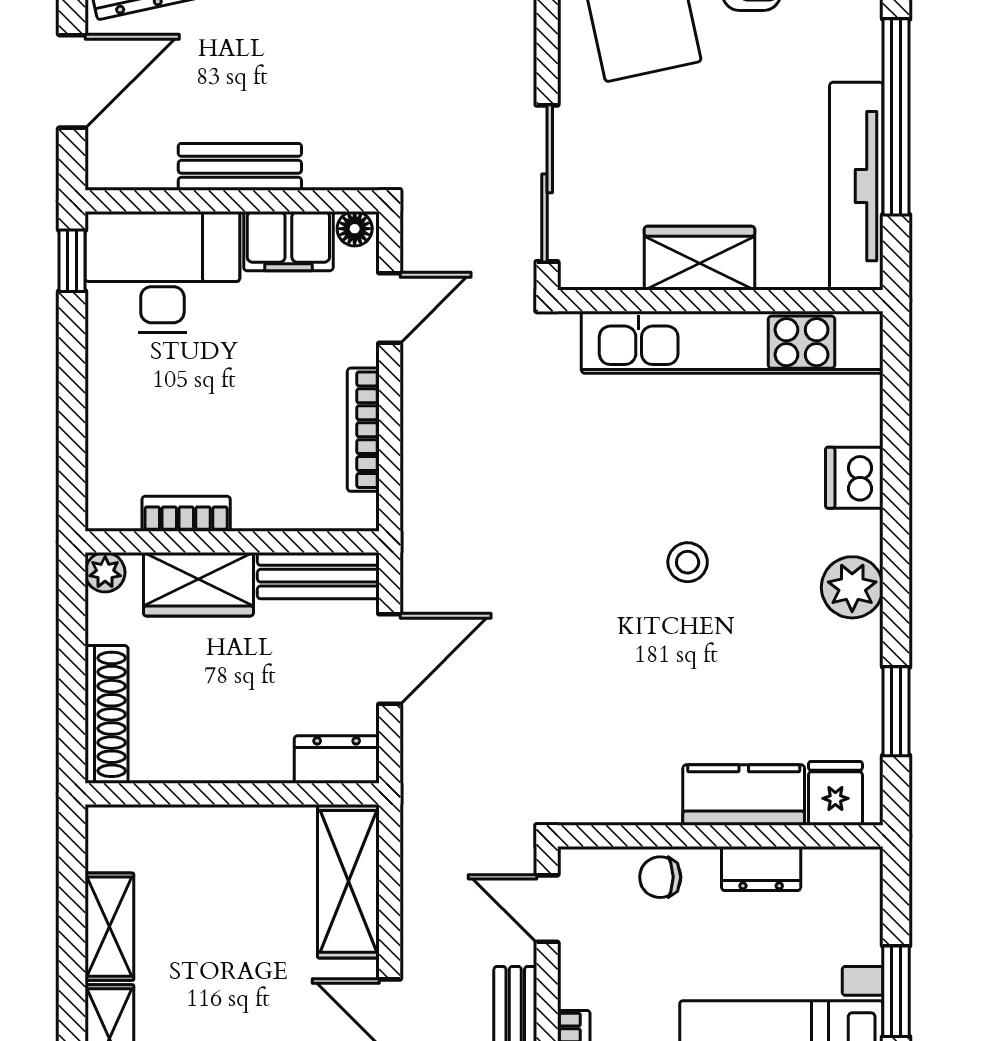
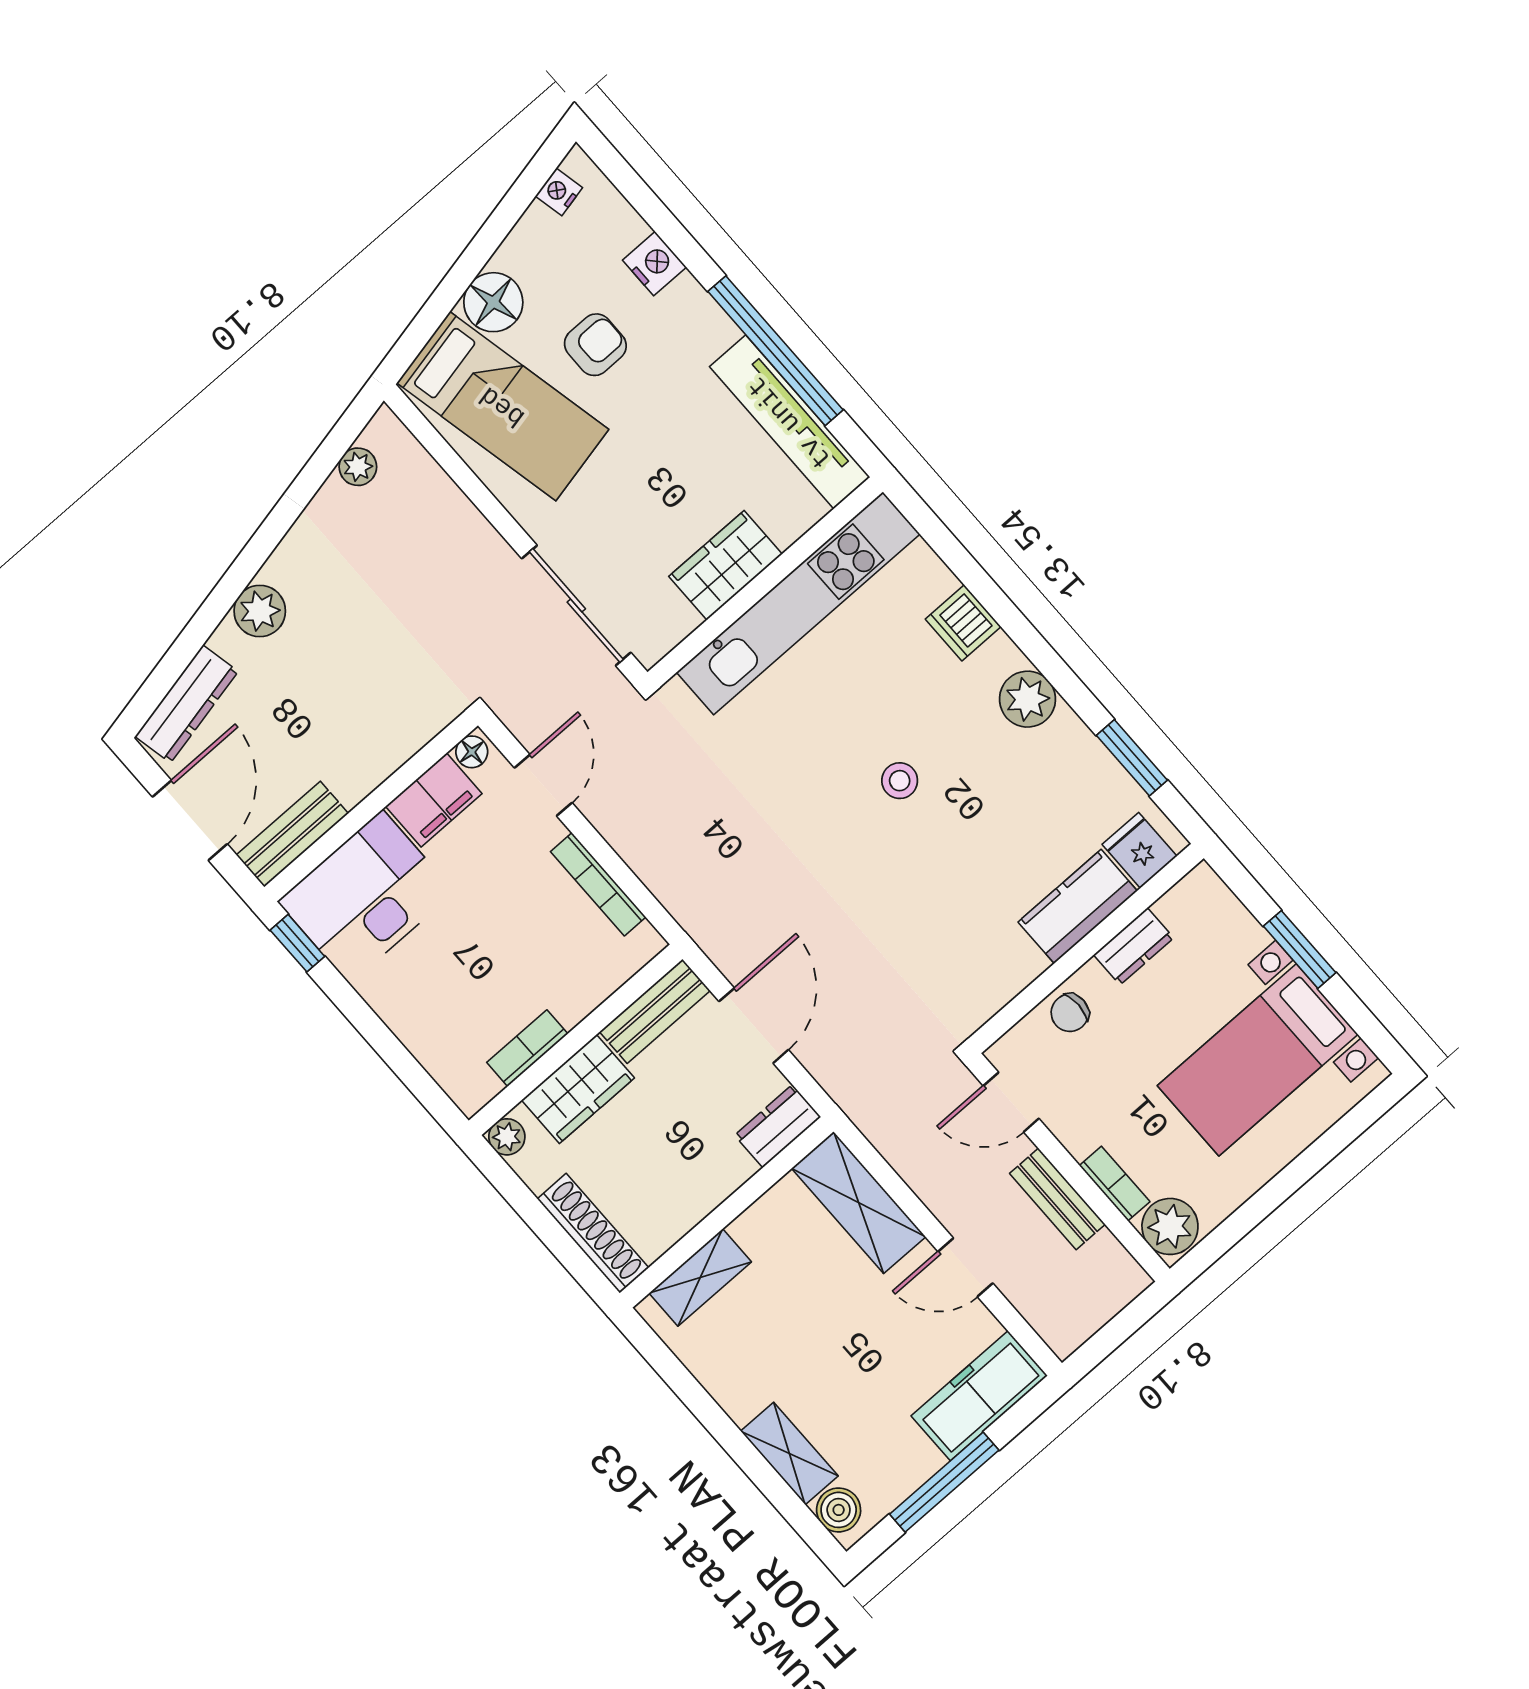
bench: (240, 167) -> (292, 834), moved
shelving: (109, 927) -> (700, 1278), moved, turned 90

